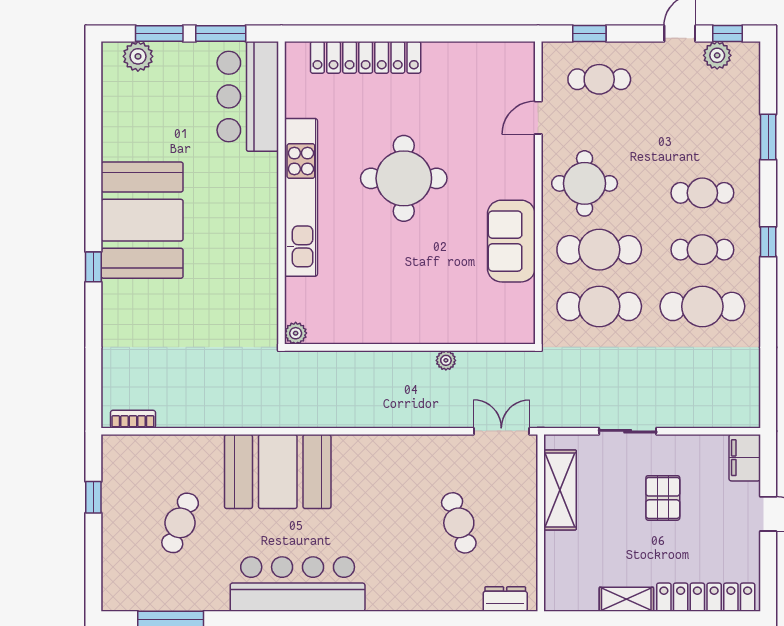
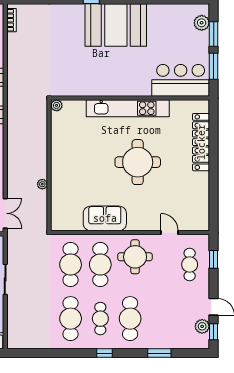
cafe table: (702, 193) -> (130, 319), width x1.37, depth x1.35

